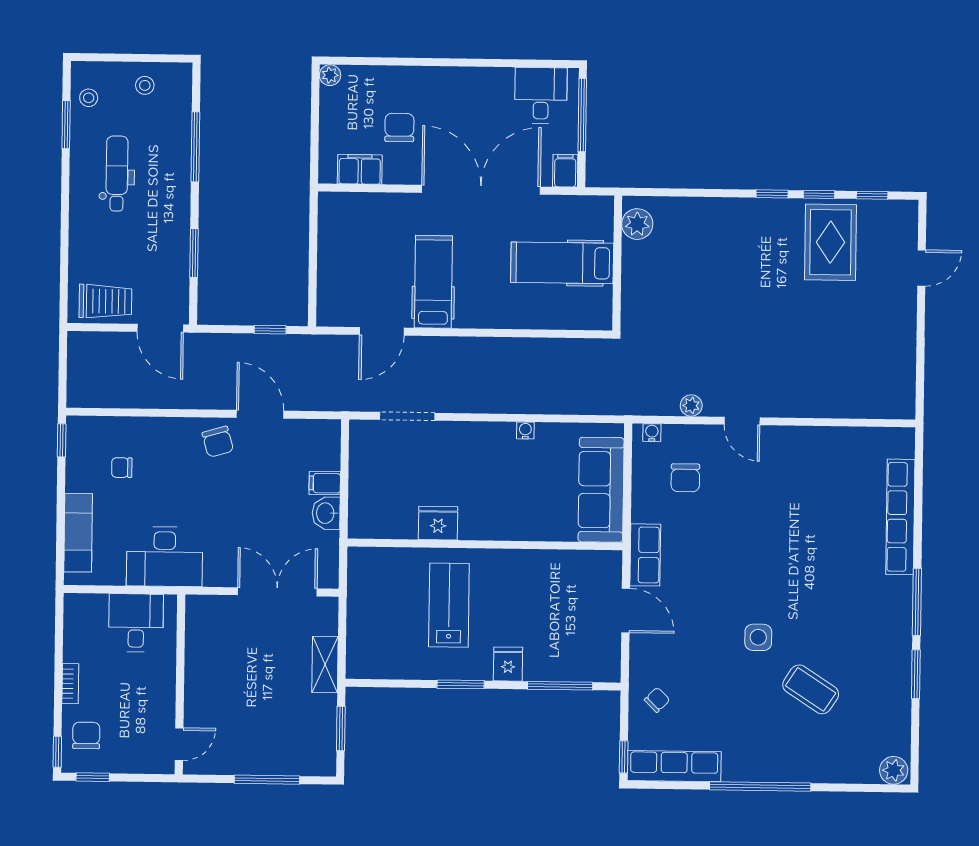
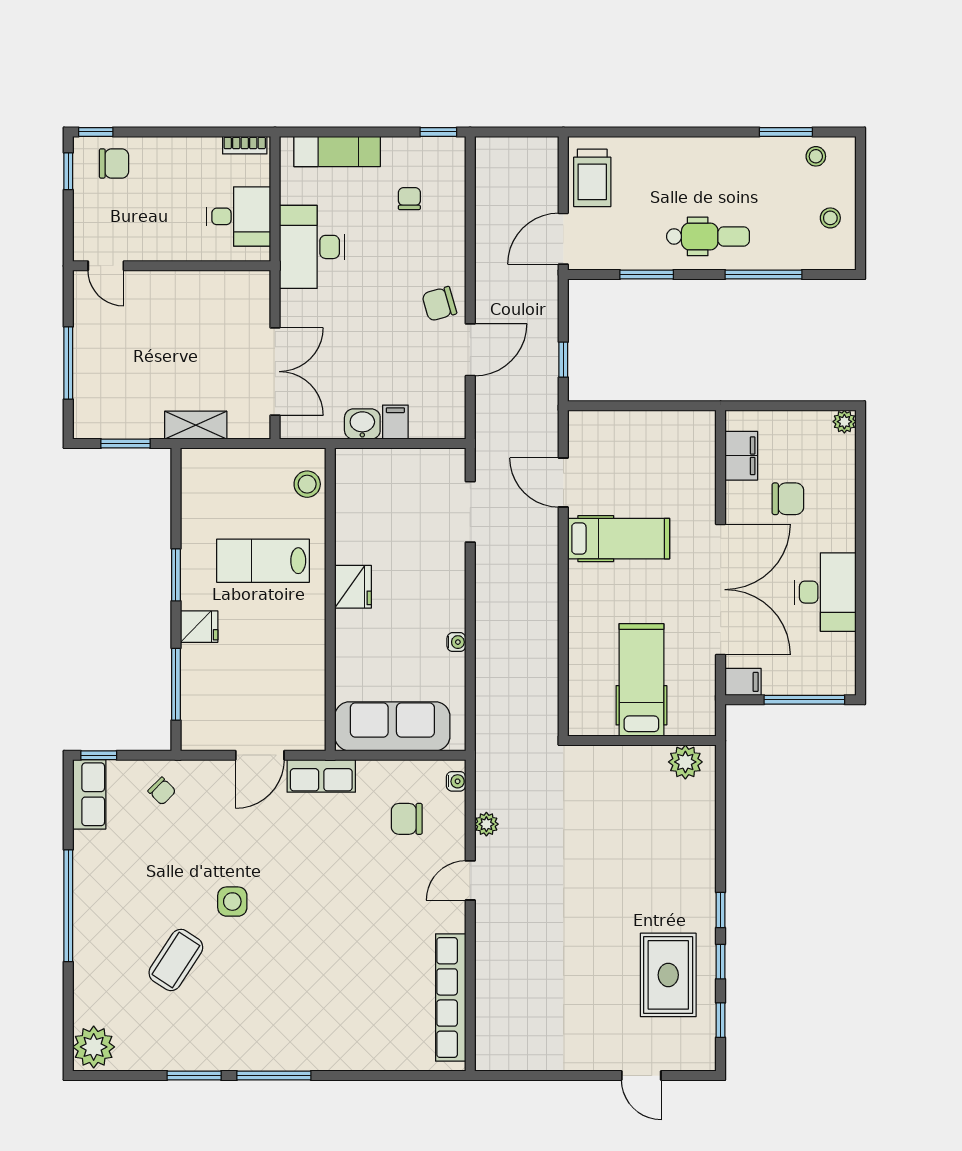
desk: (541, 95) -> (825, 592), moved, width x1.37
dental chair: (117, 174) -> (708, 236), moved
rug: (830, 242) -> (668, 975), turned 90
row of seats: (900, 517) -> (451, 997), moved, turned -90
fridge: (438, 523) -> (353, 587), moved
stool: (380, 564) -> (307, 484), added
lab bench: (449, 605) -> (263, 561), turned 180
bookcase: (70, 684) -> (245, 145), moved
row of seats: (674, 766) -> (89, 794), width x0.68
plant: (894, 770) -> (94, 1047), width x1.36, depth x1.36

